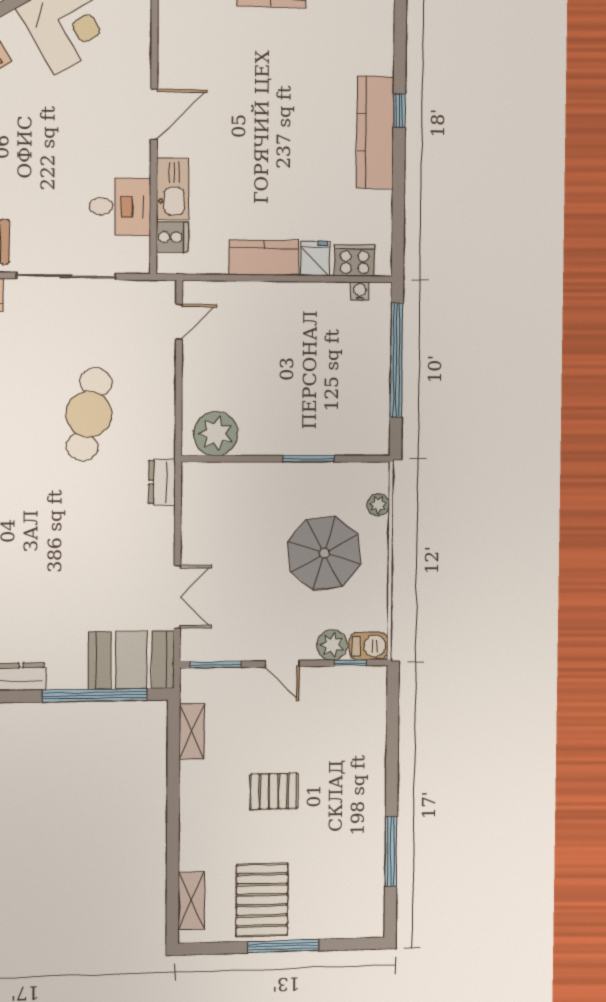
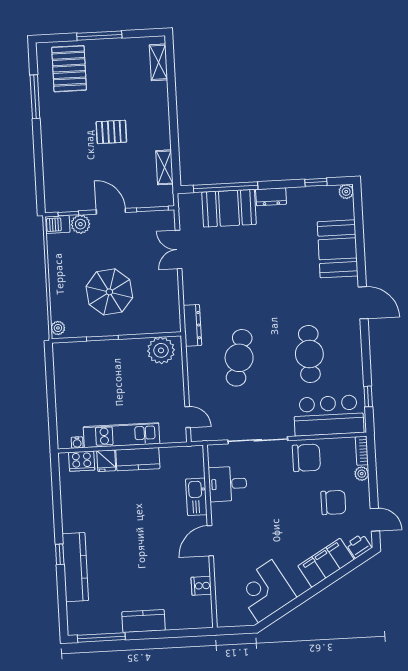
kitchen counter: (375, 132) -> (75, 567), moved
cooker: (172, 237) -> (201, 586), moved
kitchen unit: (288, 299) -> (122, 435), added
door: (179, 322) -> (188, 417), swing flipped
window: (397, 360) -> (51, 402), removed
dresser: (162, 482) -> (192, 325), width x1.44
plant: (378, 505) -> (58, 328), moved
parasol: (324, 553) -> (109, 292), moved
booth: (131, 660) -> (229, 208), moved
door: (282, 664) -> (111, 211), width x1.38
pallet: (262, 900) -> (69, 69), moved

